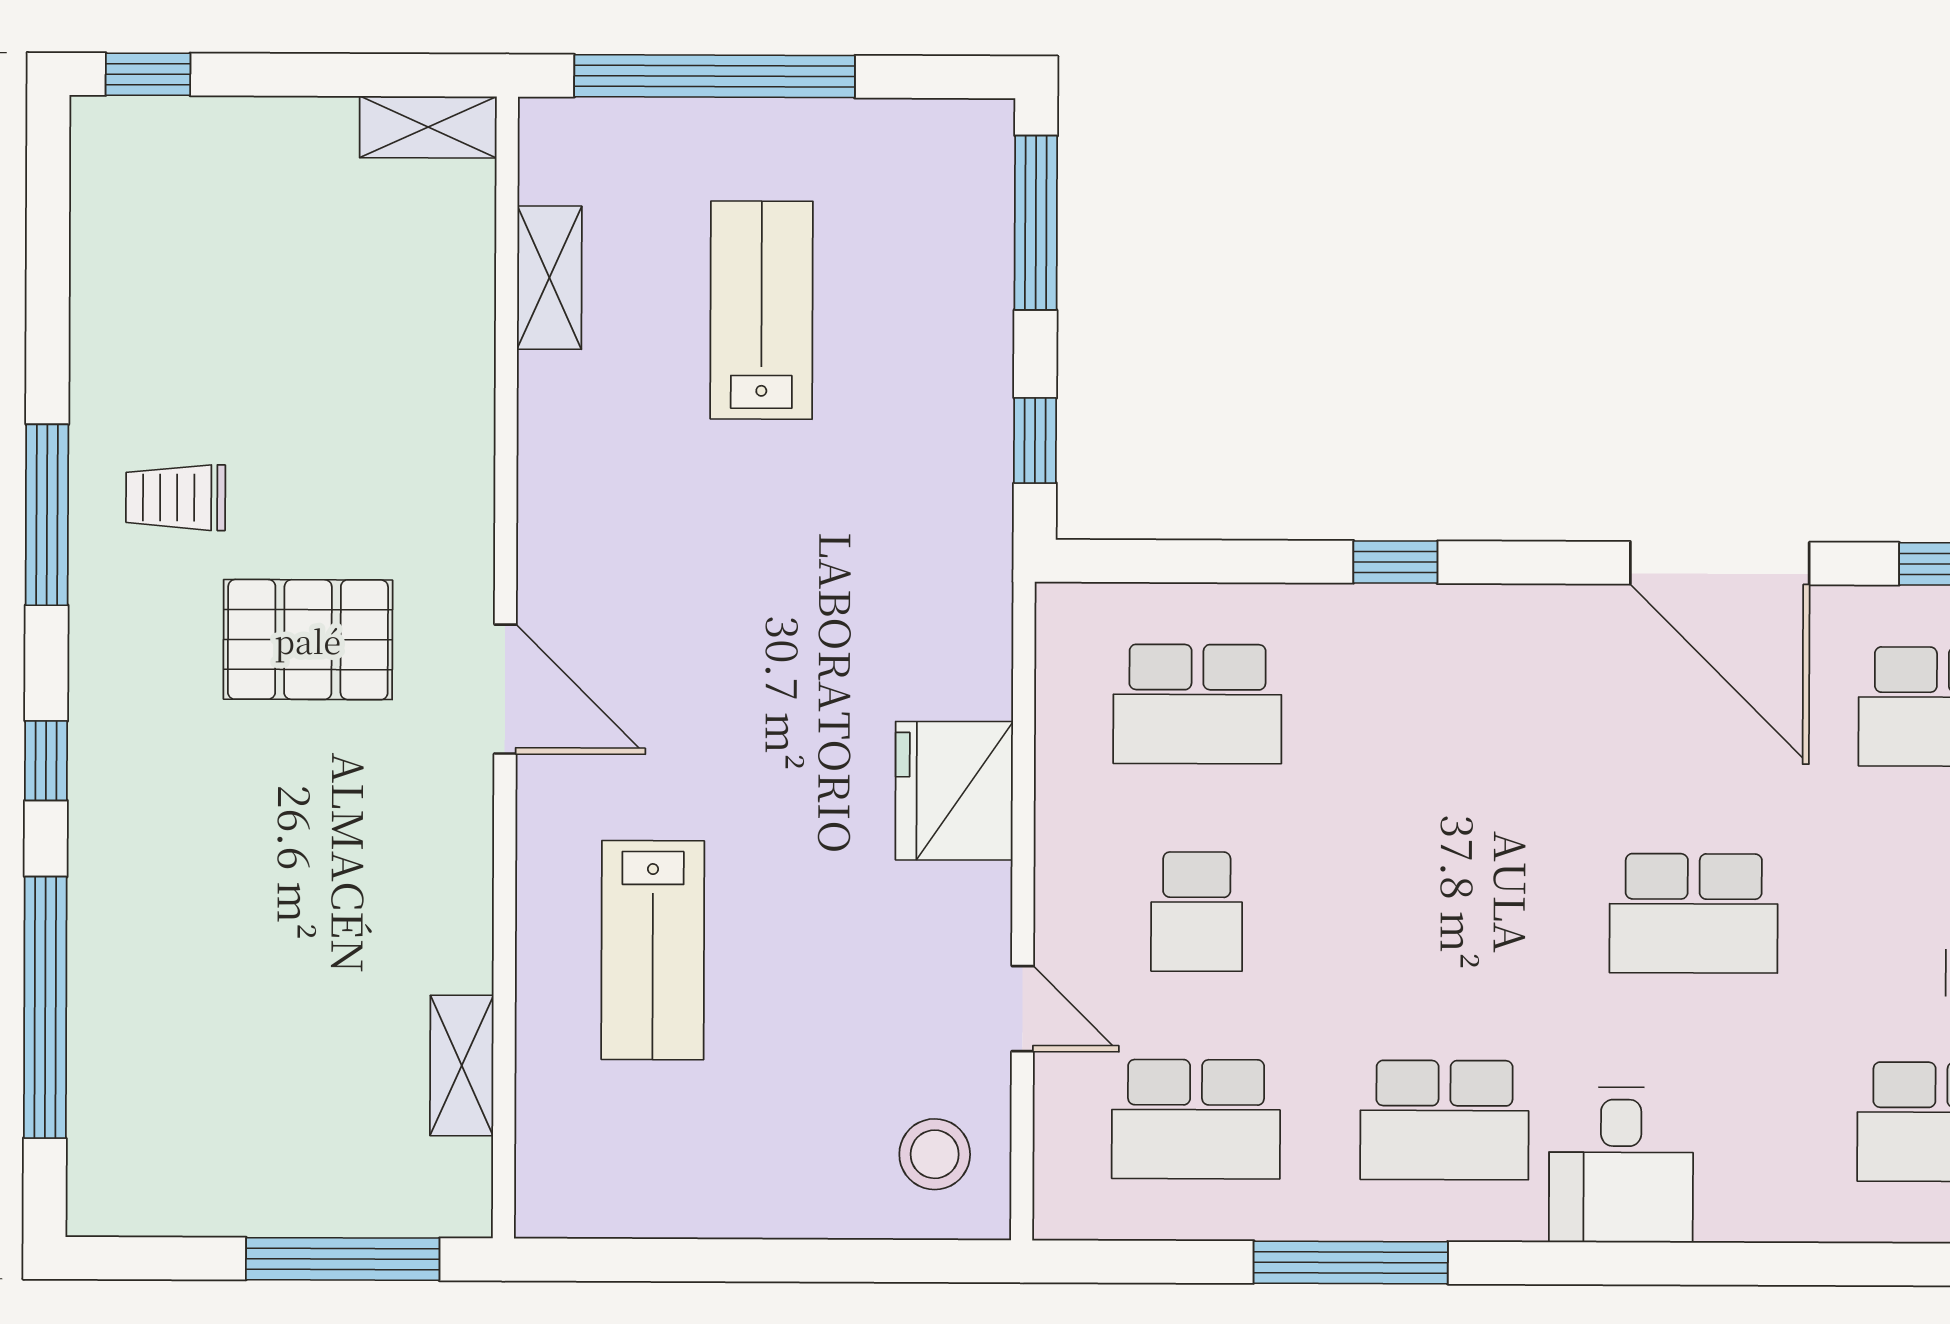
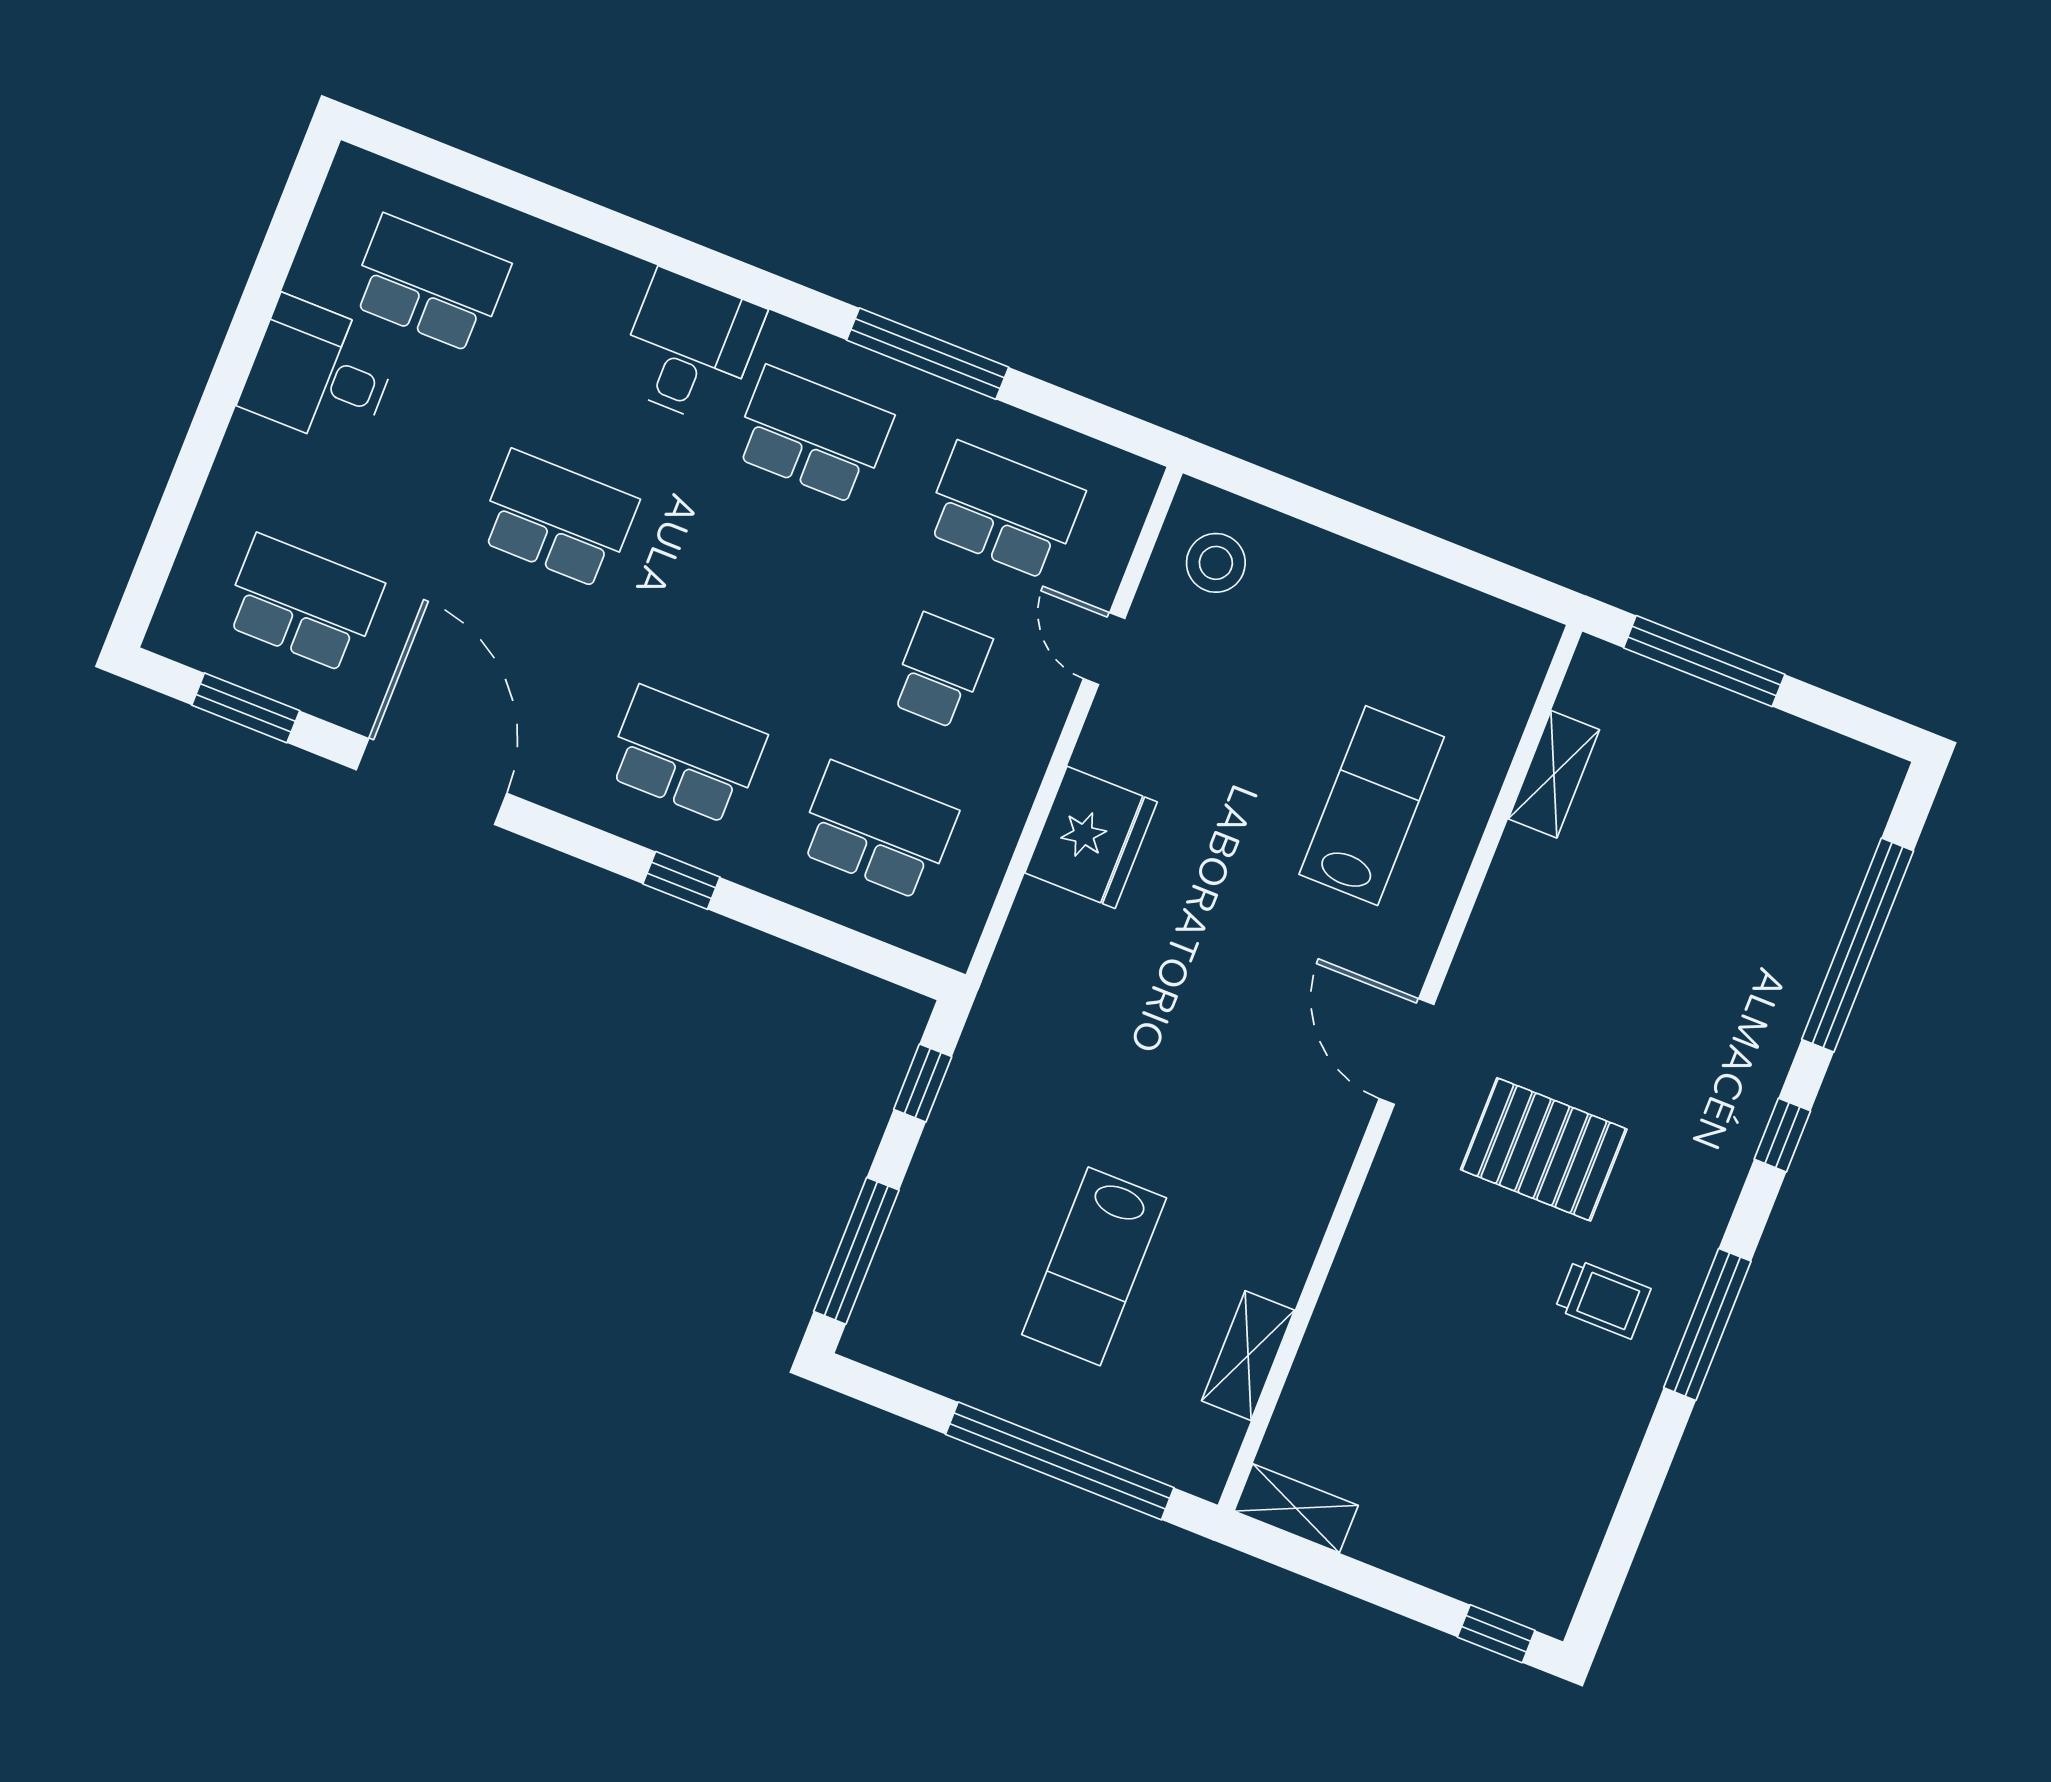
school desk: (1446, 705) -> (686, 755), added

